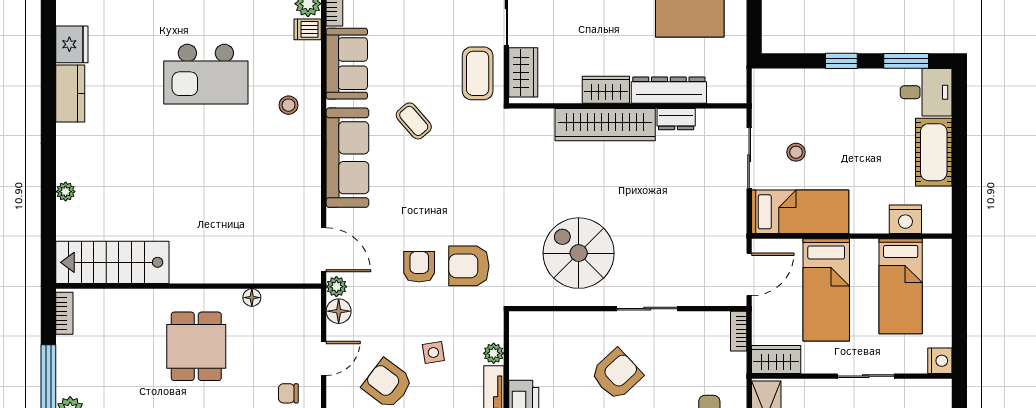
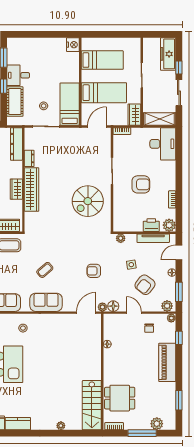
dresser: (669, 90) -> (16, 144), moved
desk: (926, 92) -> (18, 75), moved, turned -90
coffee table: (414, 121) -> (45, 270), moved
cot: (934, 152) -> (15, 102), moved, turned 90
sofa: (347, 158) -> (46, 302), width x0.73
nightstand: (905, 219) -> (73, 45), moved
armchair: (469, 266) -> (93, 249), removed
door: (749, 274) -> (97, 126), hinge flipped
dining table: (196, 346) -> (120, 398), moved
plant: (494, 353) -> (121, 238), moved
nightstand: (940, 361) -> (135, 43), removed
armchair: (617, 374) -> (141, 184), turned 133

